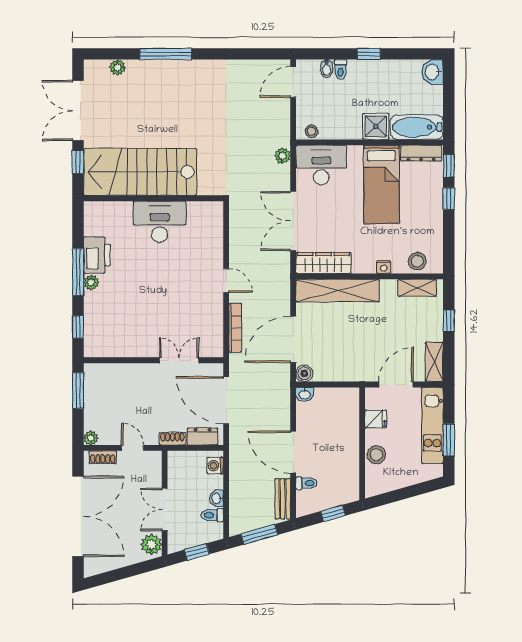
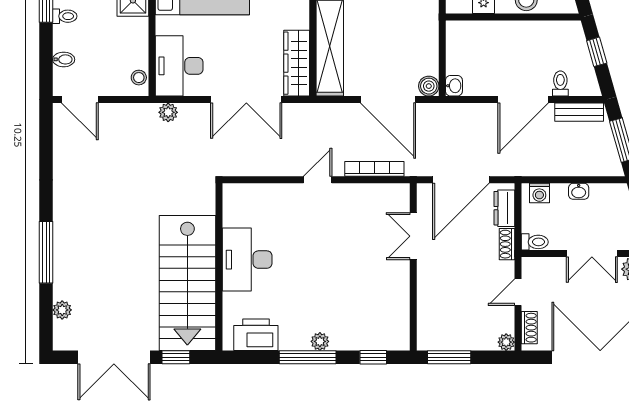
toilet: (340, 69) -> (65, 16), moved
printer: (97, 255) -> (256, 335), moved
toilet: (212, 515) -> (535, 242), moved, turned -90

